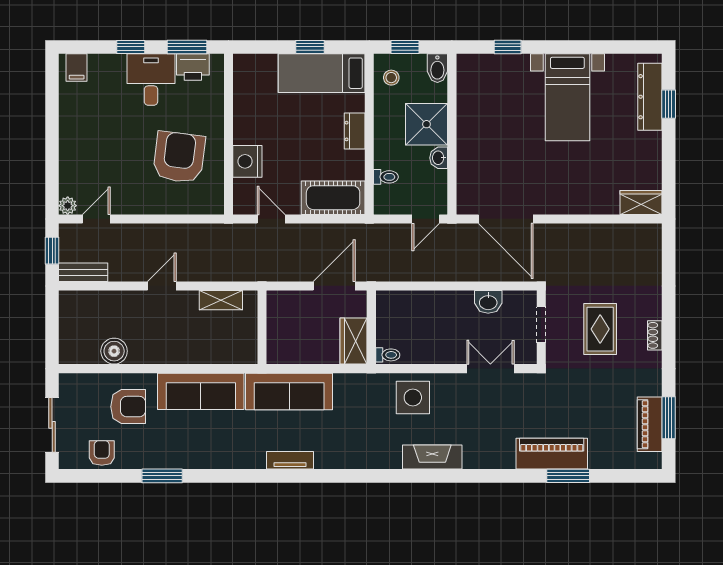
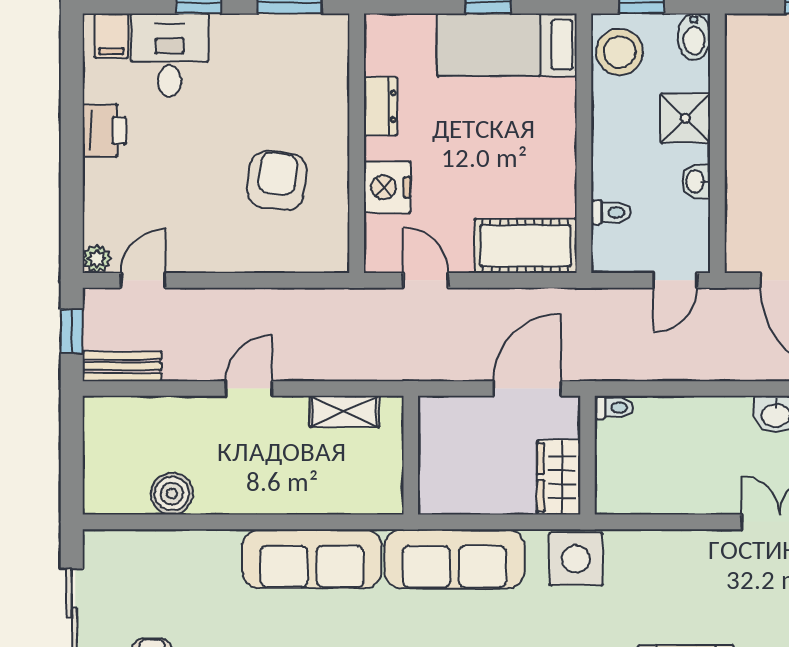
printer: (193, 67) -> (104, 131), moved, turned -90
stool: (391, 78) -> (620, 52), width x1.89, depth x1.89
desk: (151, 80) -> (170, 55), moved
shower: (426, 124) -> (685, 118), width x0.73, depth x0.73
dresser: (355, 131) -> (380, 106), moved, turned 180
armchair: (179, 157) -> (277, 181), width x0.73, depth x0.73
toilet: (388, 355) -> (614, 408), moved
side table: (413, 397) -> (576, 559), moved
armchair: (128, 407) -> (195, 583), removed

